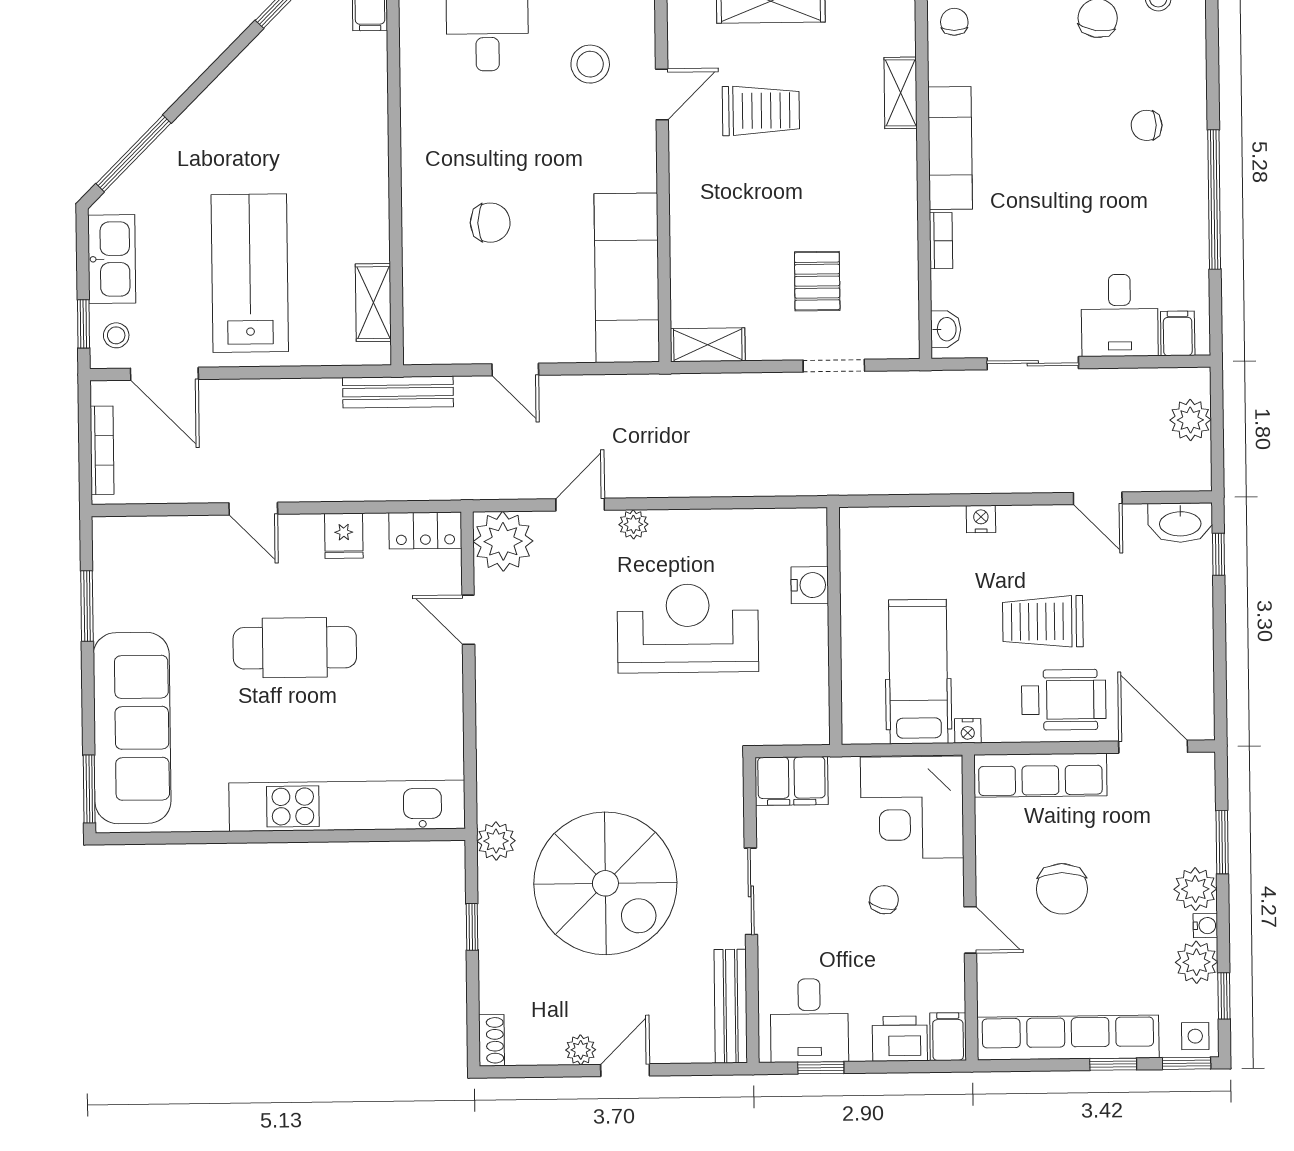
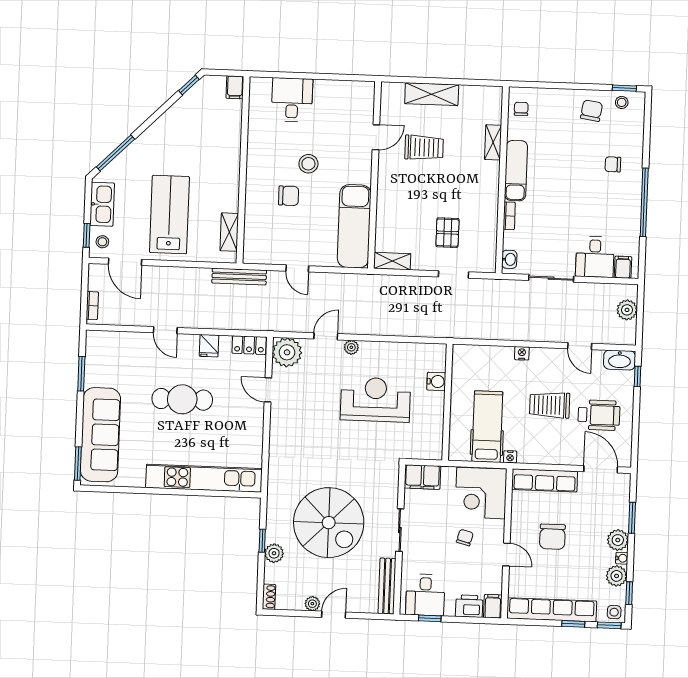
stool: (590, 64) -> (308, 164), moved
bookcase: (102, 450) -> (92, 306), width x0.64
wheelchair: (1064, 700) -> (599, 415), moved
plant: (496, 841) -> (274, 553), moved

